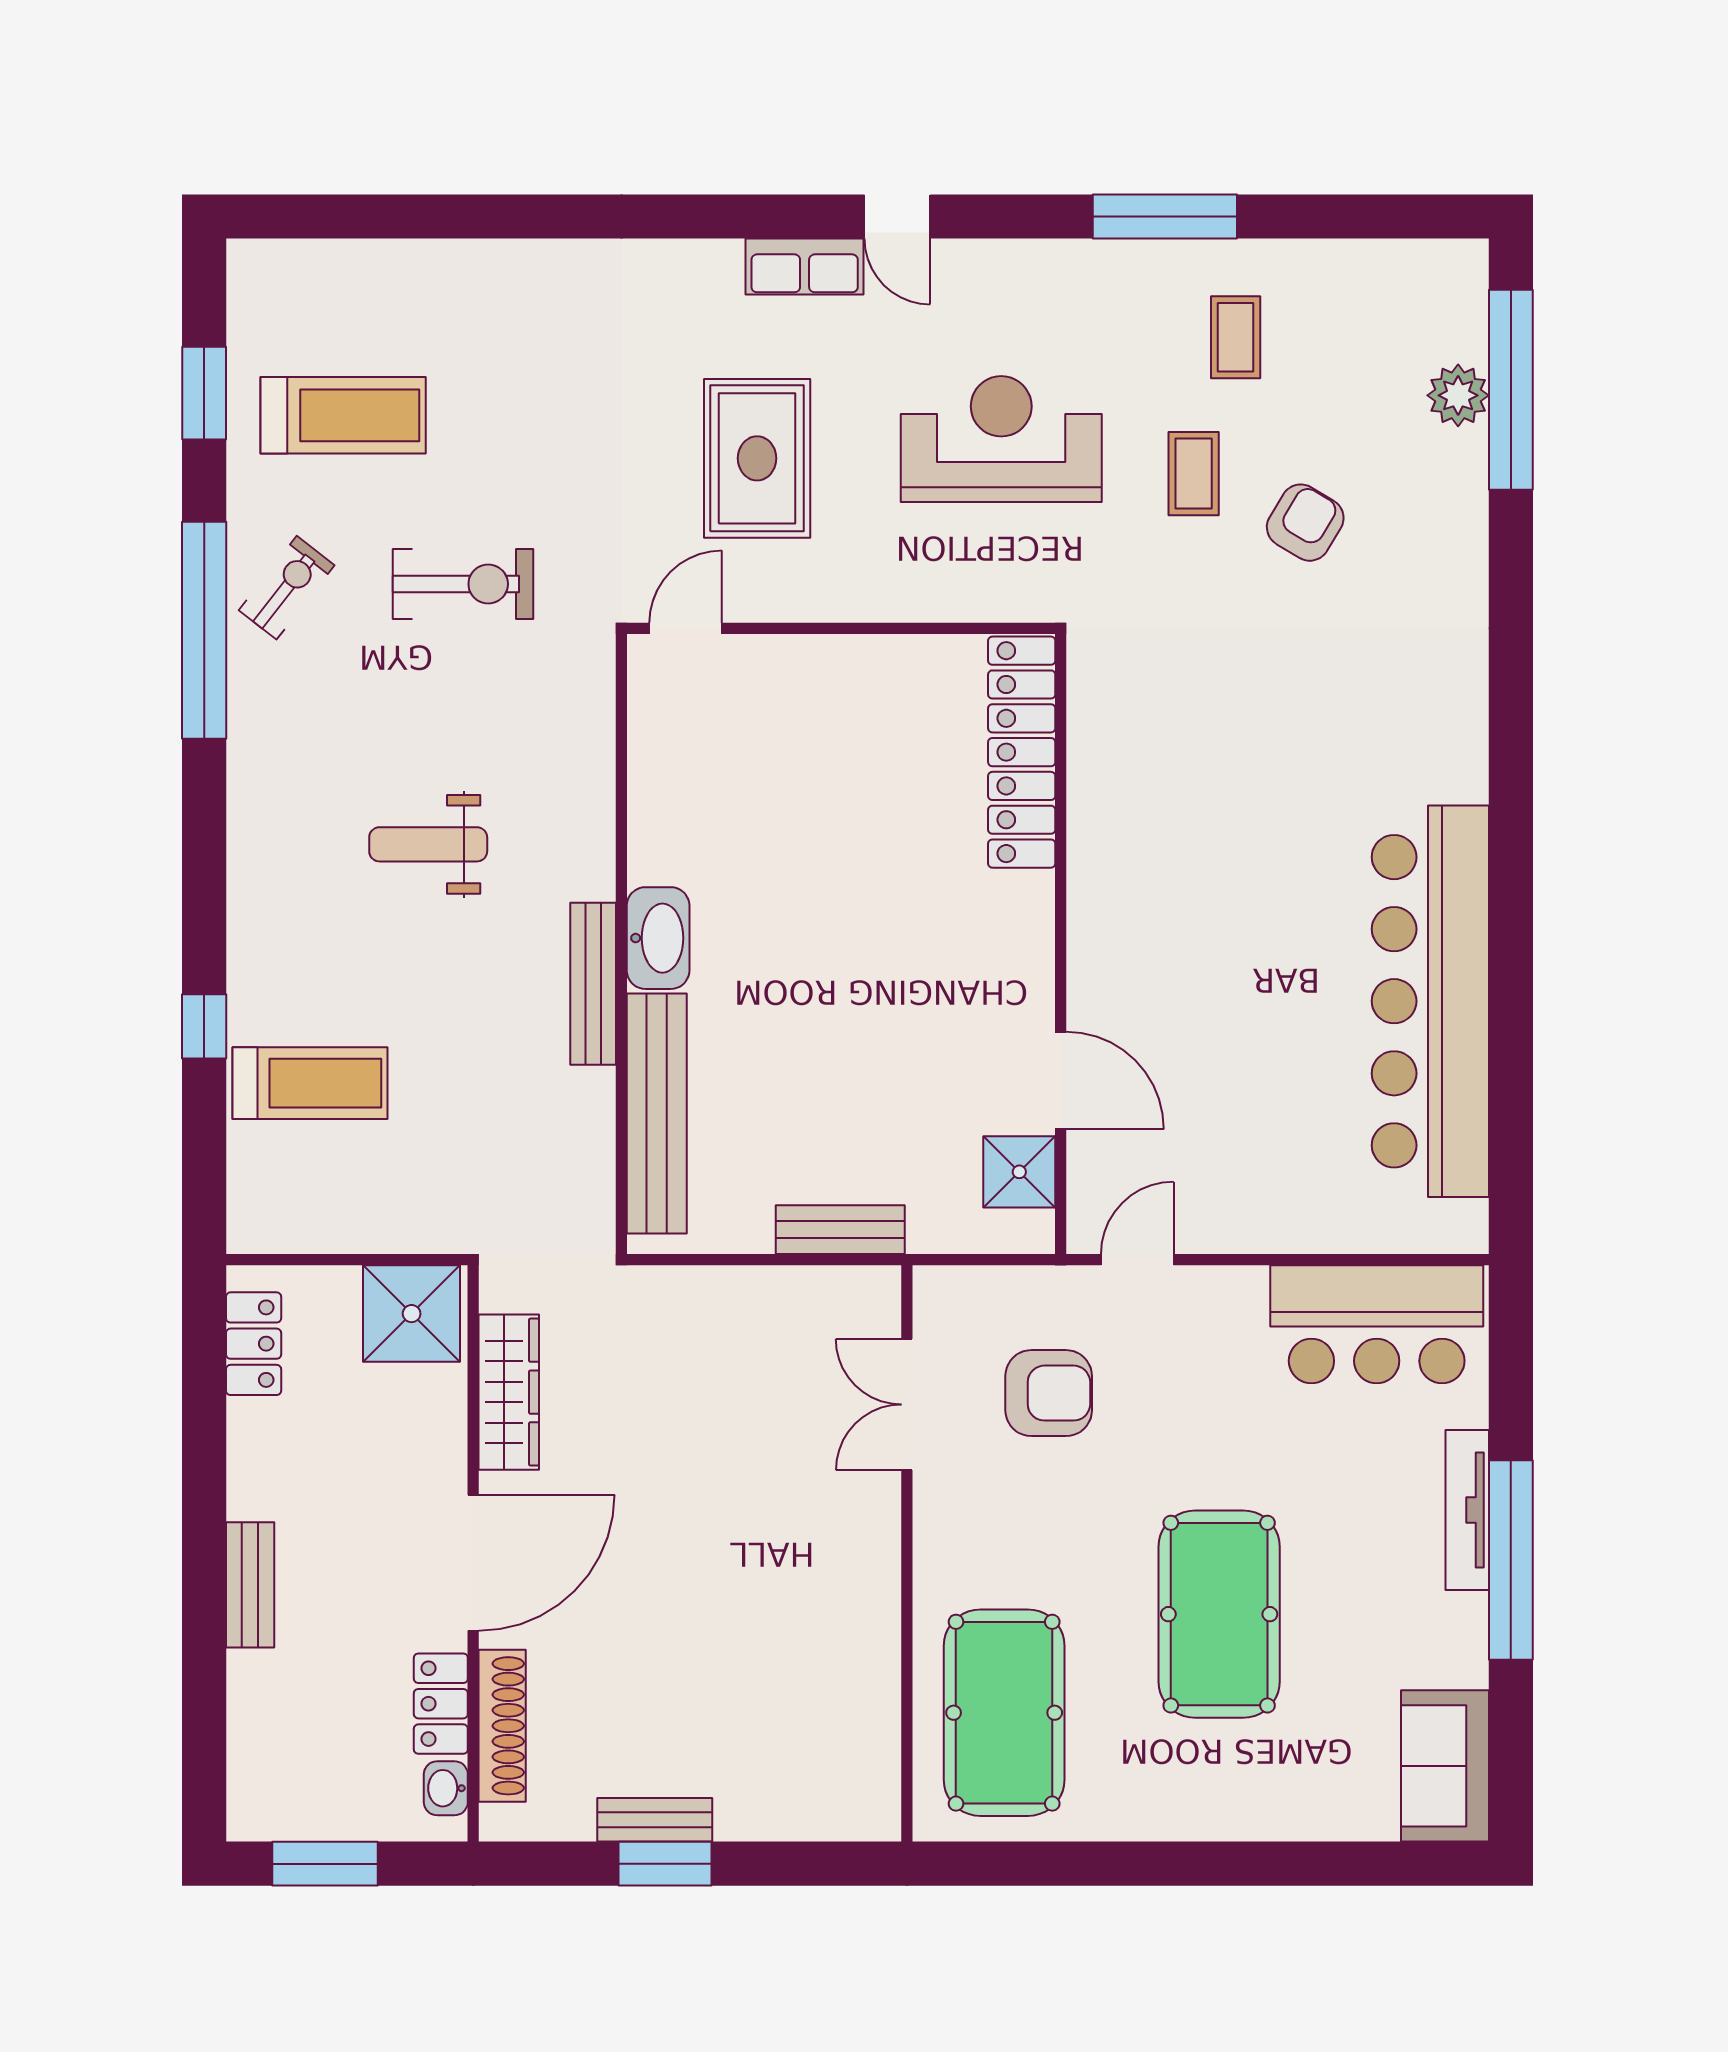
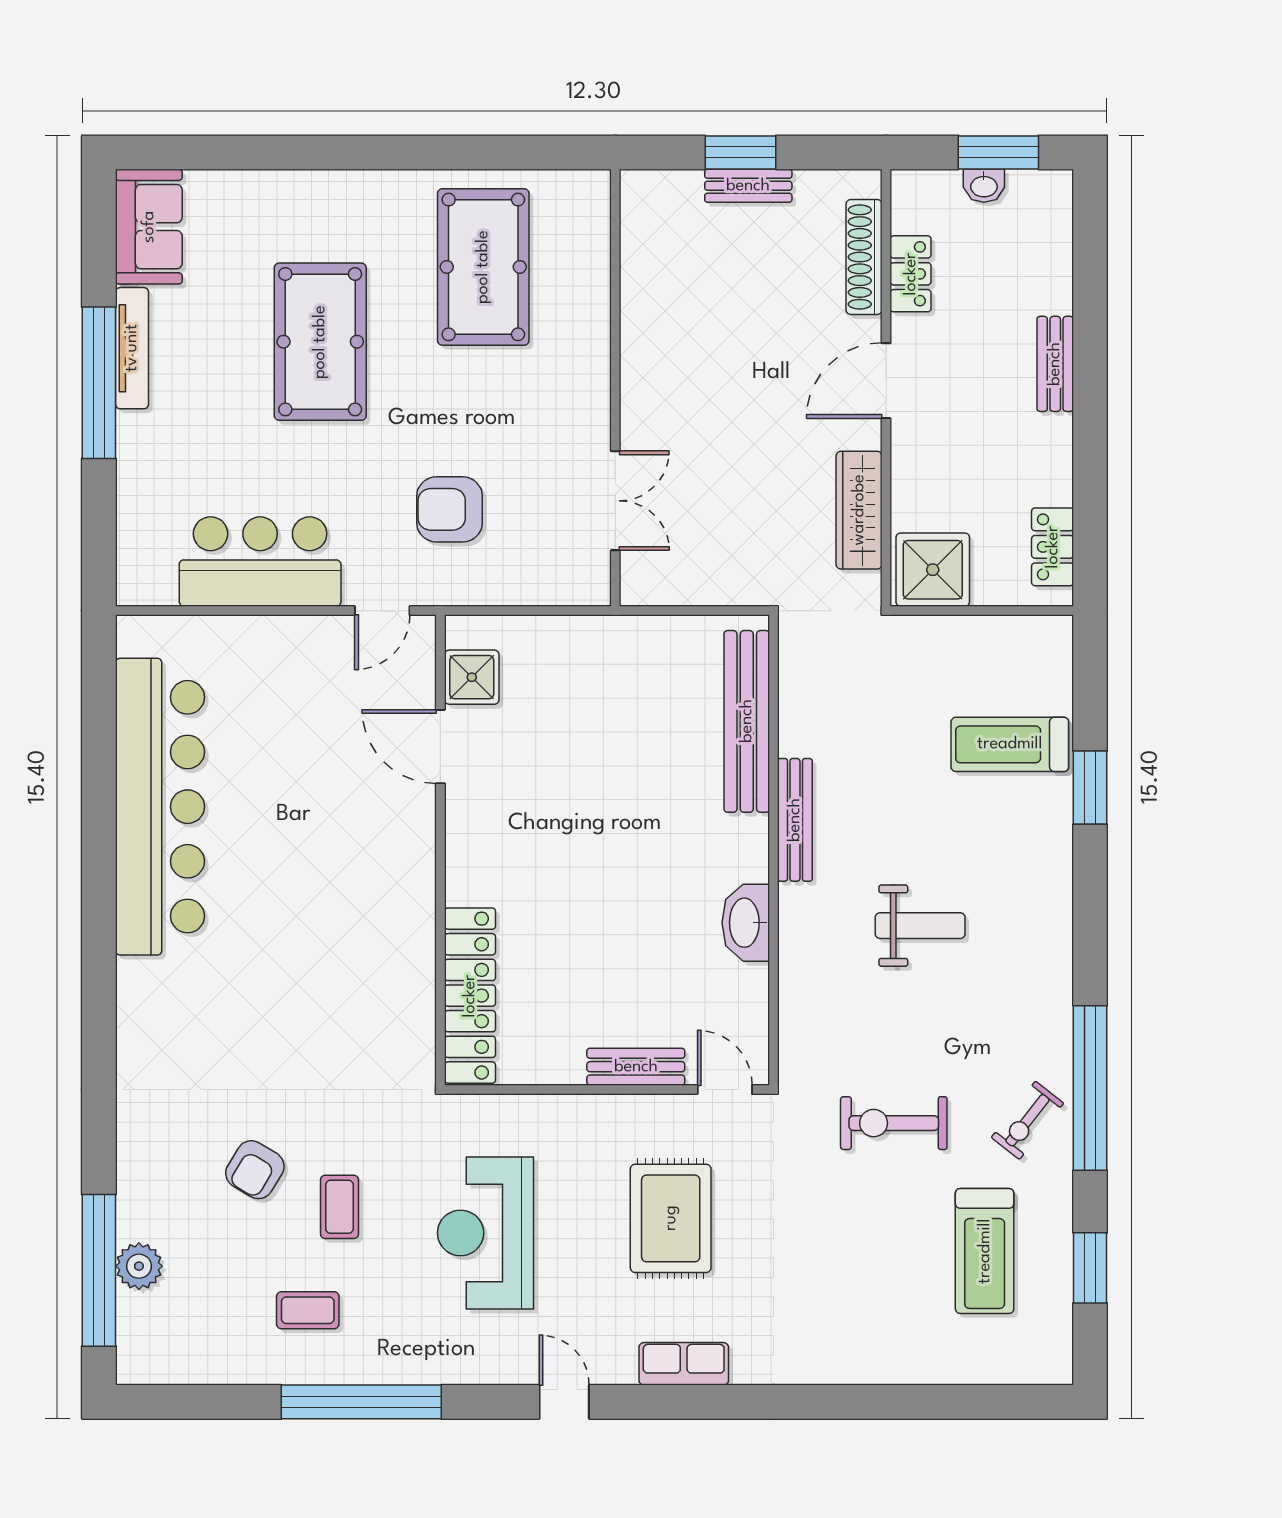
window: (1165, 216) -> (361, 1402), width x1.46
row of seats: (805, 267) -> (684, 1364), moved
coffee table: (1236, 337) -> (308, 1310), turned 90
treadmill: (343, 415) -> (985, 1251), turned -90
reception desk: (1001, 439) -> (485, 1233), turned 90
door: (686, 628) -> (725, 1089), swing flipped
washbasin: (658, 938) -> (746, 923), moved
window: (204, 1026) -> (1090, 788), width x1.50
bench: (840, 1230) -> (636, 1067), moved
bar counter: (1377, 1324) -> (260, 562), moved
double door: (907, 1405) -> (615, 501), moved
tv unit: (1467, 1510) -> (132, 348), moved
wall: (907, 1553) -> (615, 388), moved
door: (473, 1563) -> (886, 381), width x0.73
washbasin: (446, 1788) -> (984, 186), moved, turned 90

